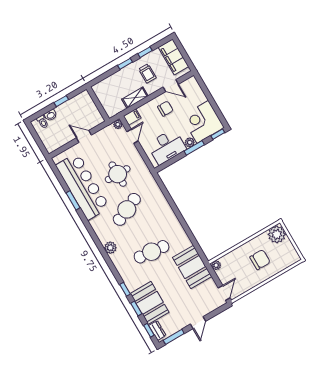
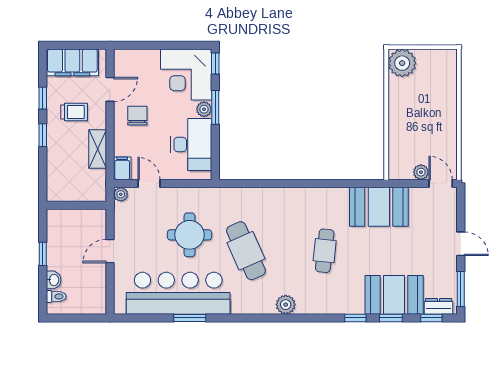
cafe table: (152, 252) -> (325, 251), width x0.73, depth x0.74
chair: (260, 260) -> (424, 107), removed
plant: (216, 265) -> (421, 172), moved

